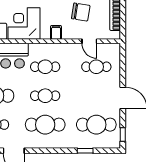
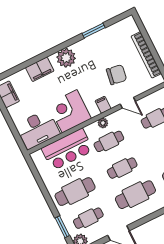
door: (89, 41) -> (128, 103), moved
plant: (48, 48) -> (103, 123), added

